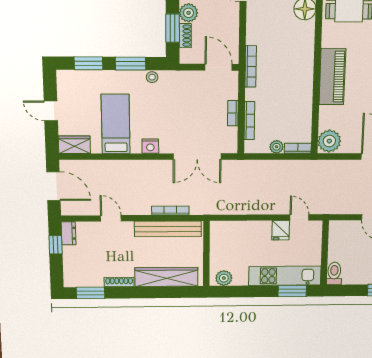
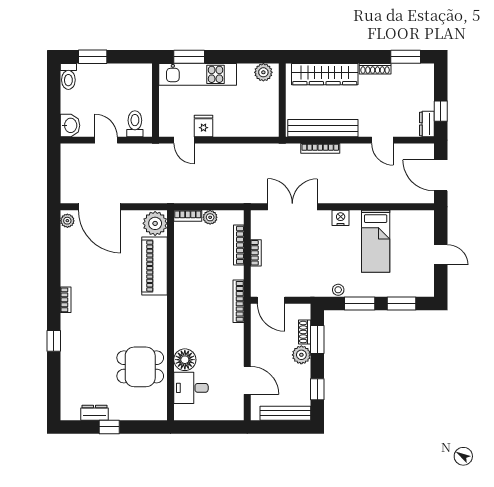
piano: (332, 77) -> (155, 266), moved
wardrobe: (74, 145) -> (418, 219), removed
toilet: (334, 273) -> (135, 124), moved, turned 180

